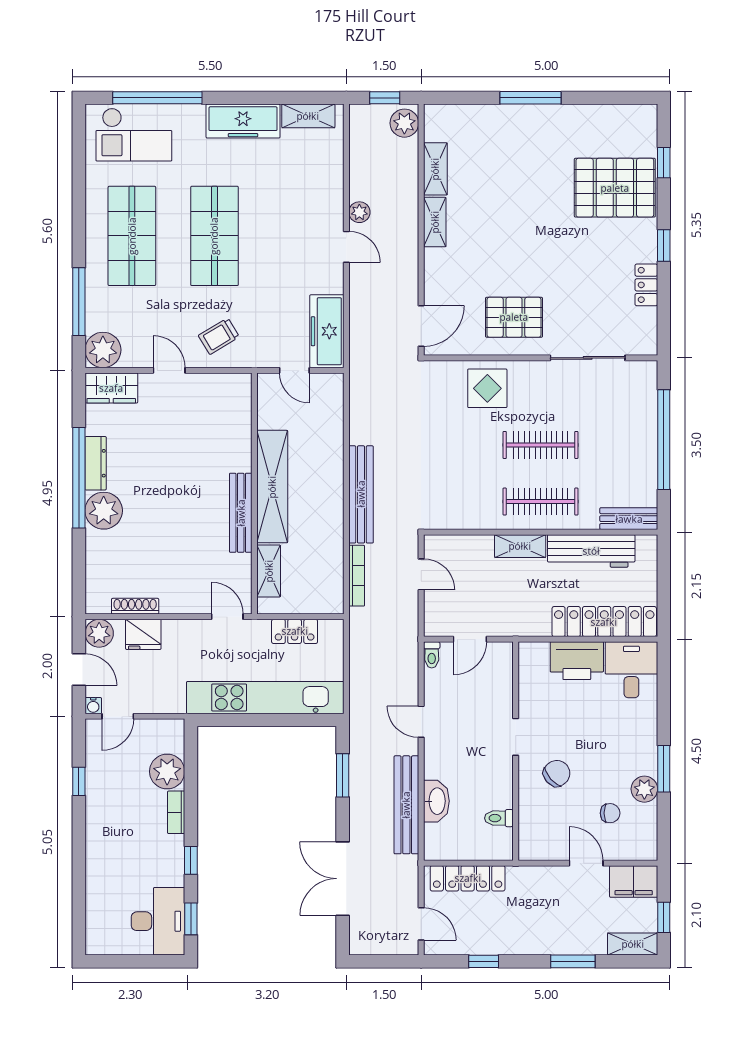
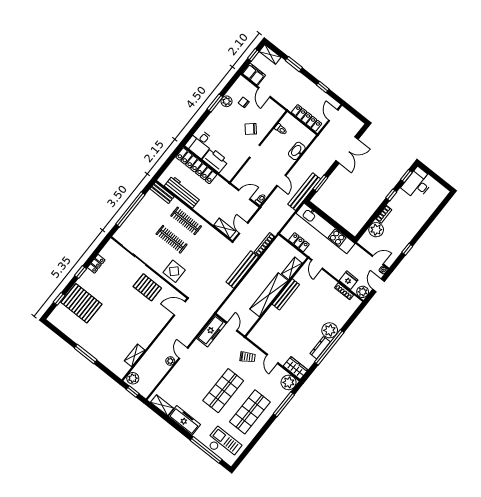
shelving: (435, 222) -> (148, 338), removed
shelving: (520, 546) -> (225, 228), moved
bench: (406, 805) -> (304, 192), moved

